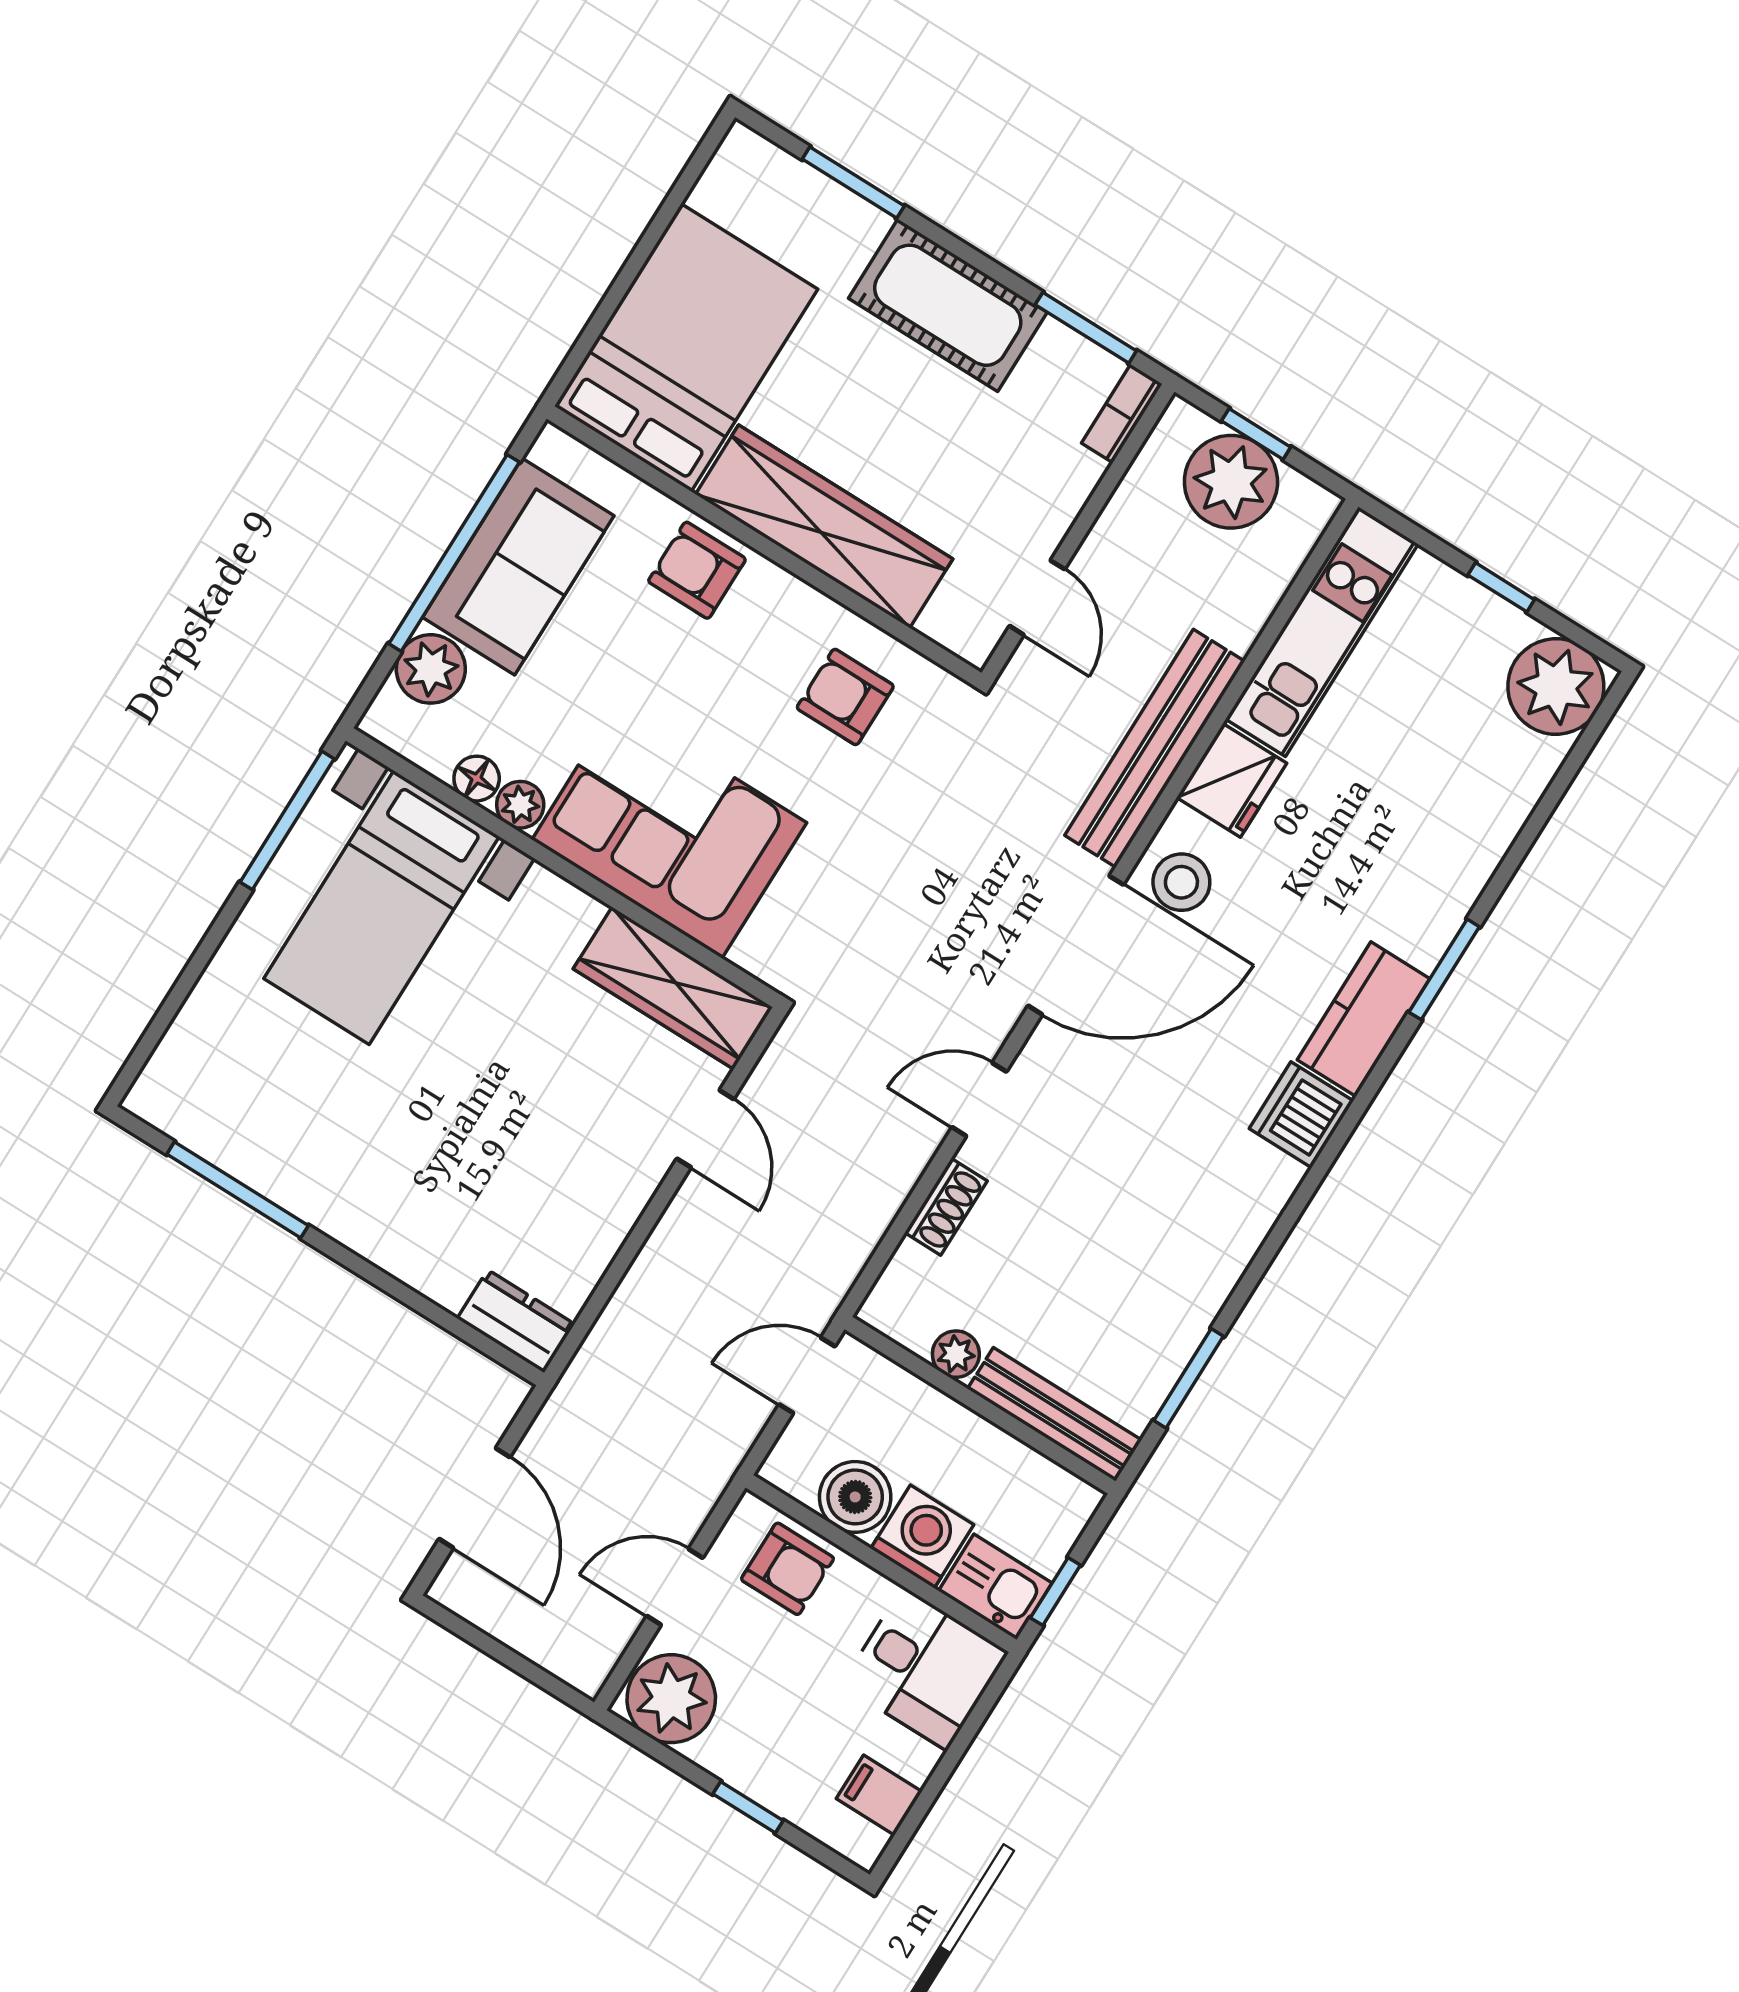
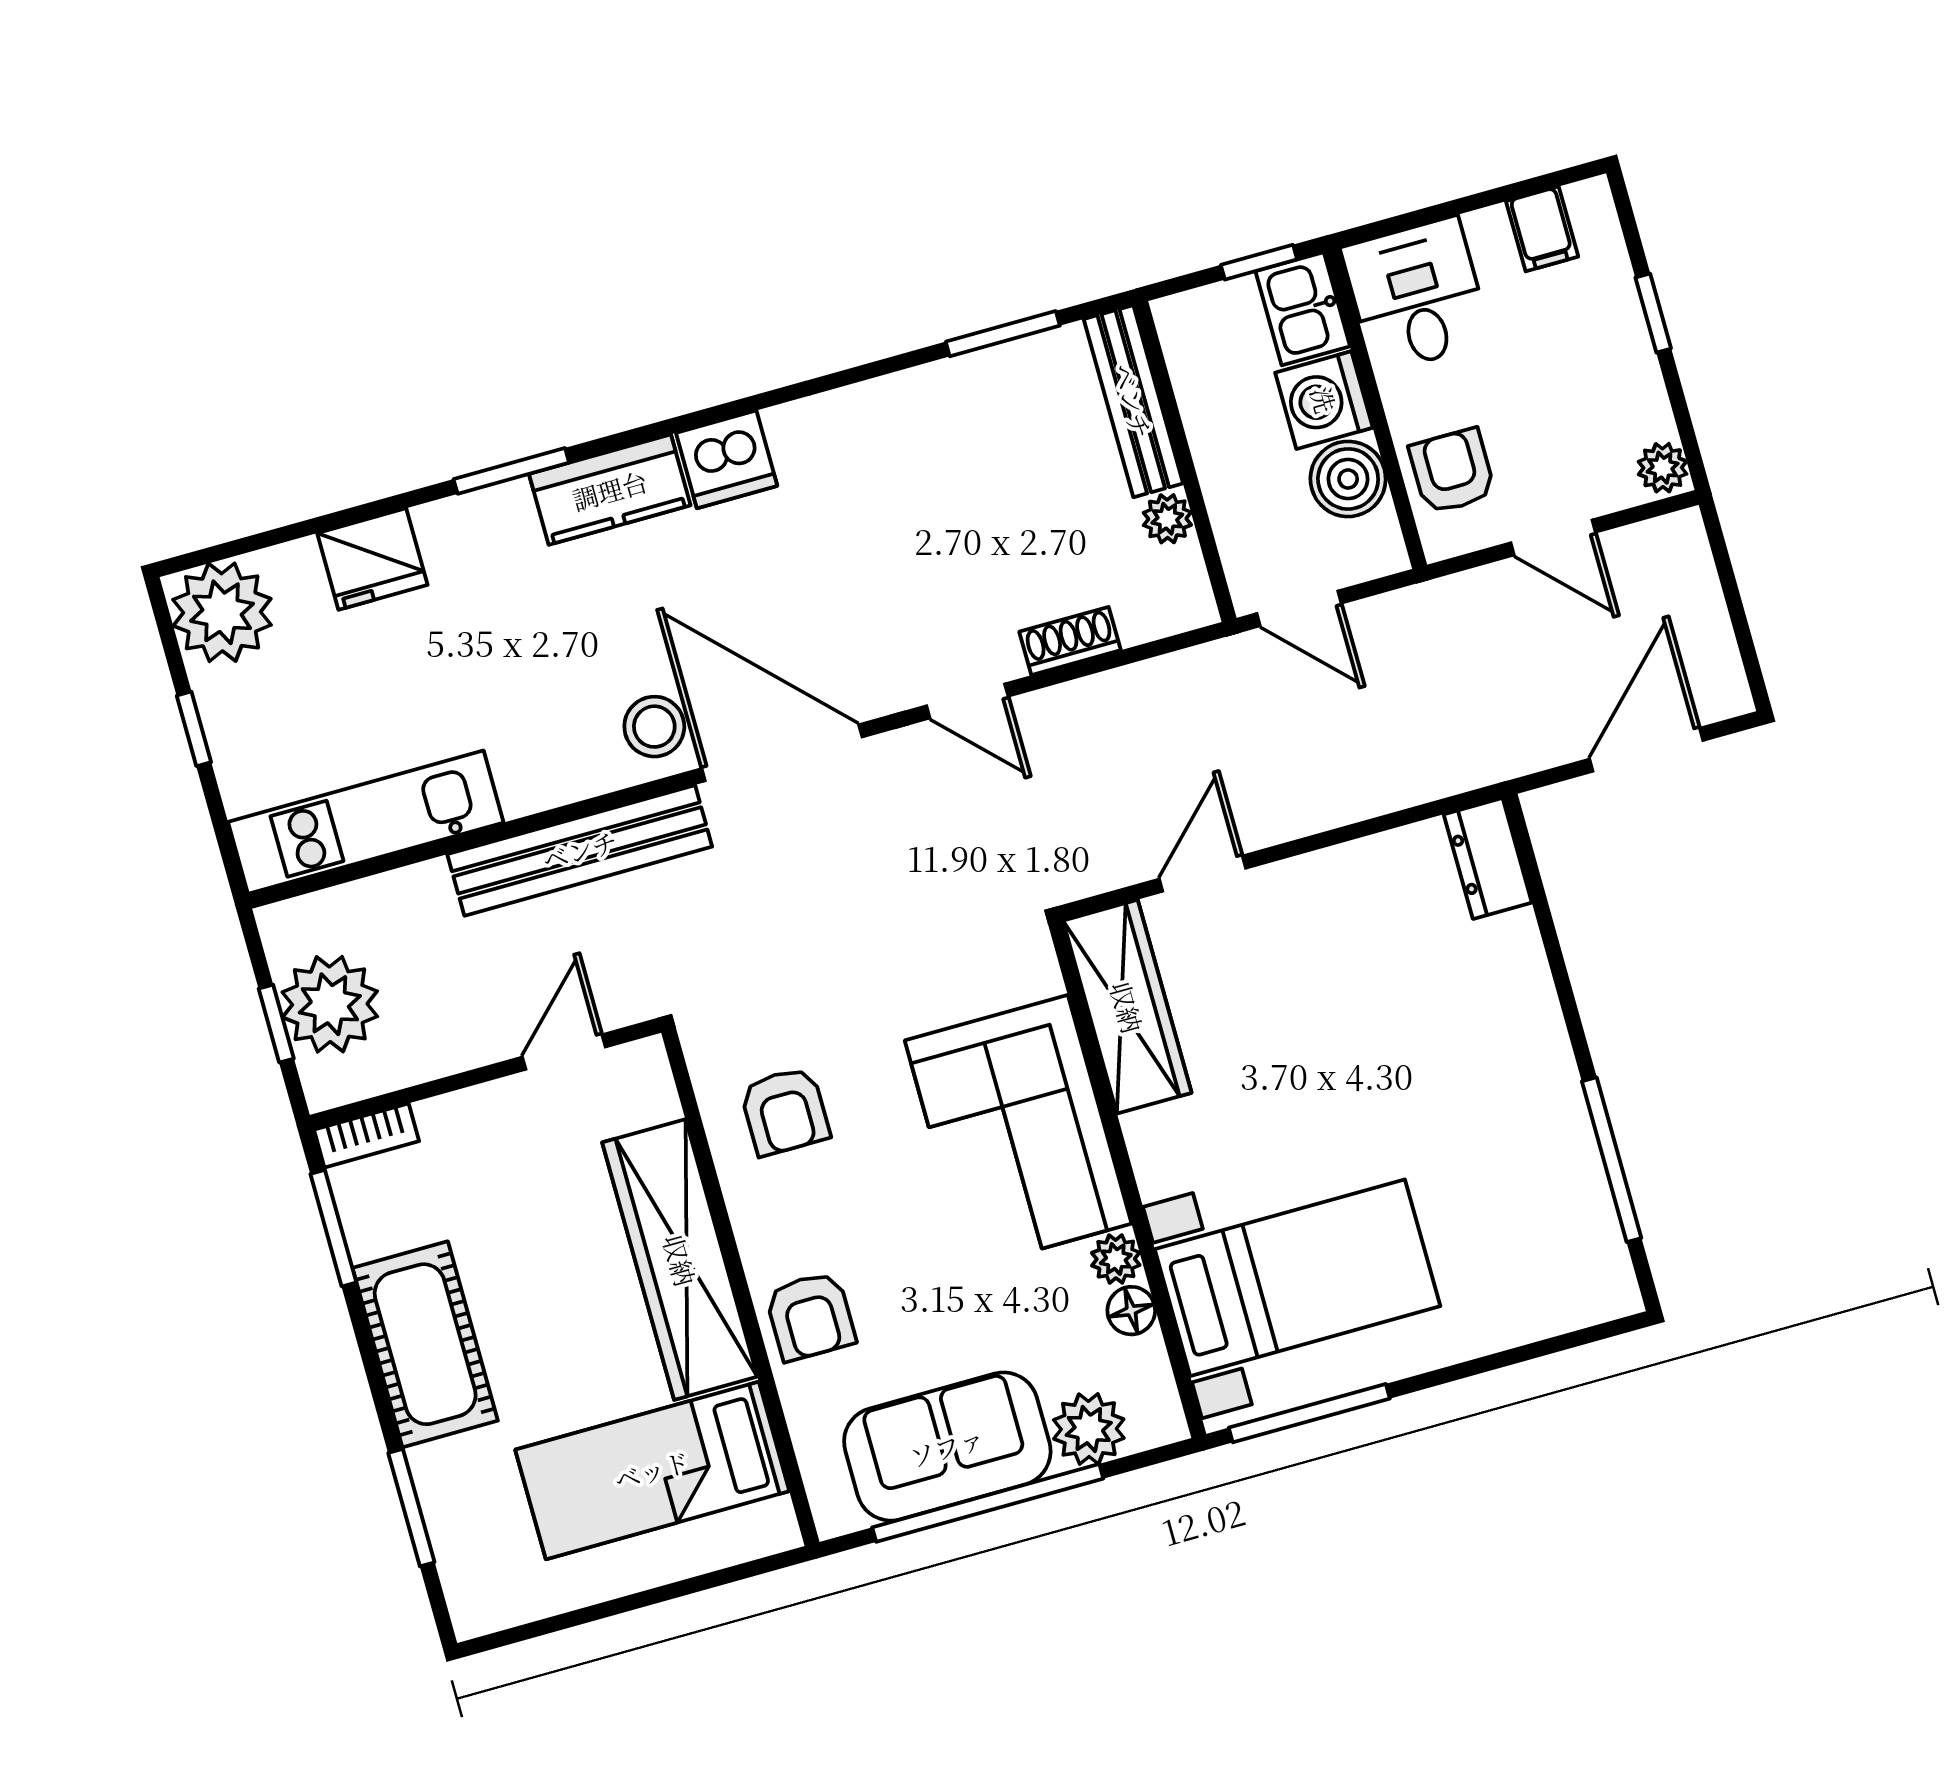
bed: (686, 348) -> (652, 1470), width x0.67
fridge: (1232, 780) -> (372, 559), moved, turned 180
plant: (671, 1699) -> (1663, 468), width x0.53, depth x0.53

